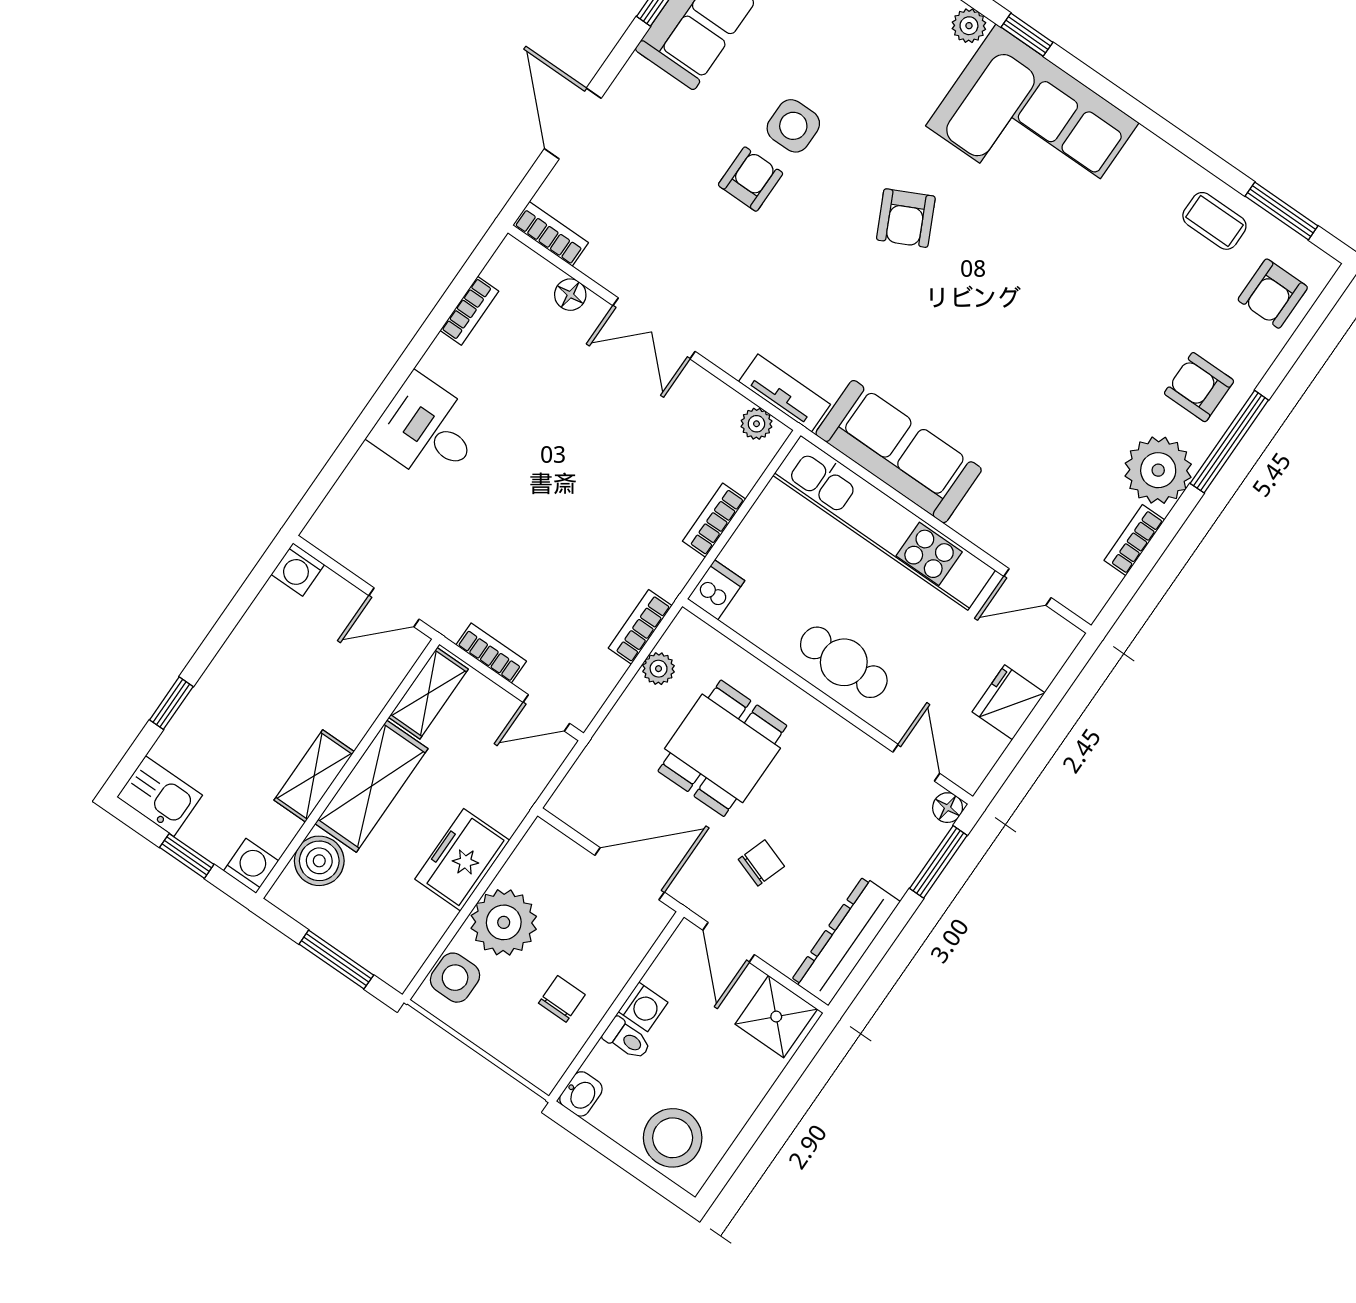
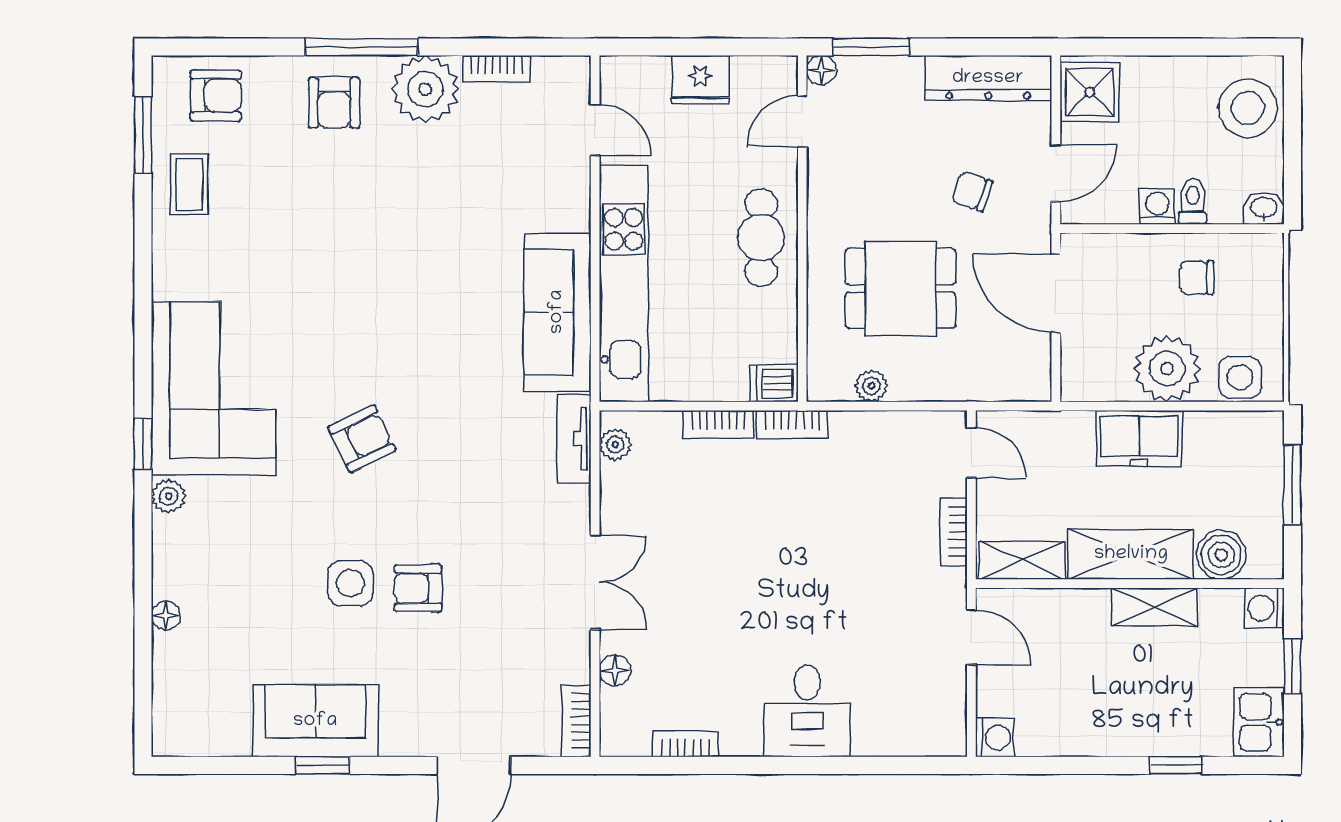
bookcase: (640, 627) -> (792, 425), moved

